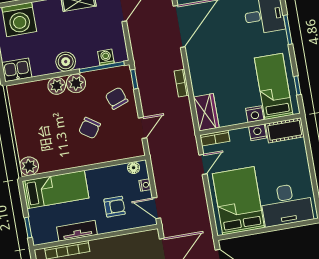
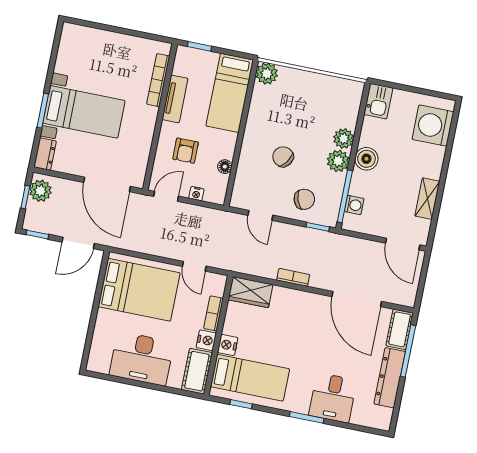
bookcase: (215, 138) -> (214, 313), moved
floor lamp: (134, 168) -> (225, 167), moved
desk: (287, 205) -> (142, 359), moved, turned -90

